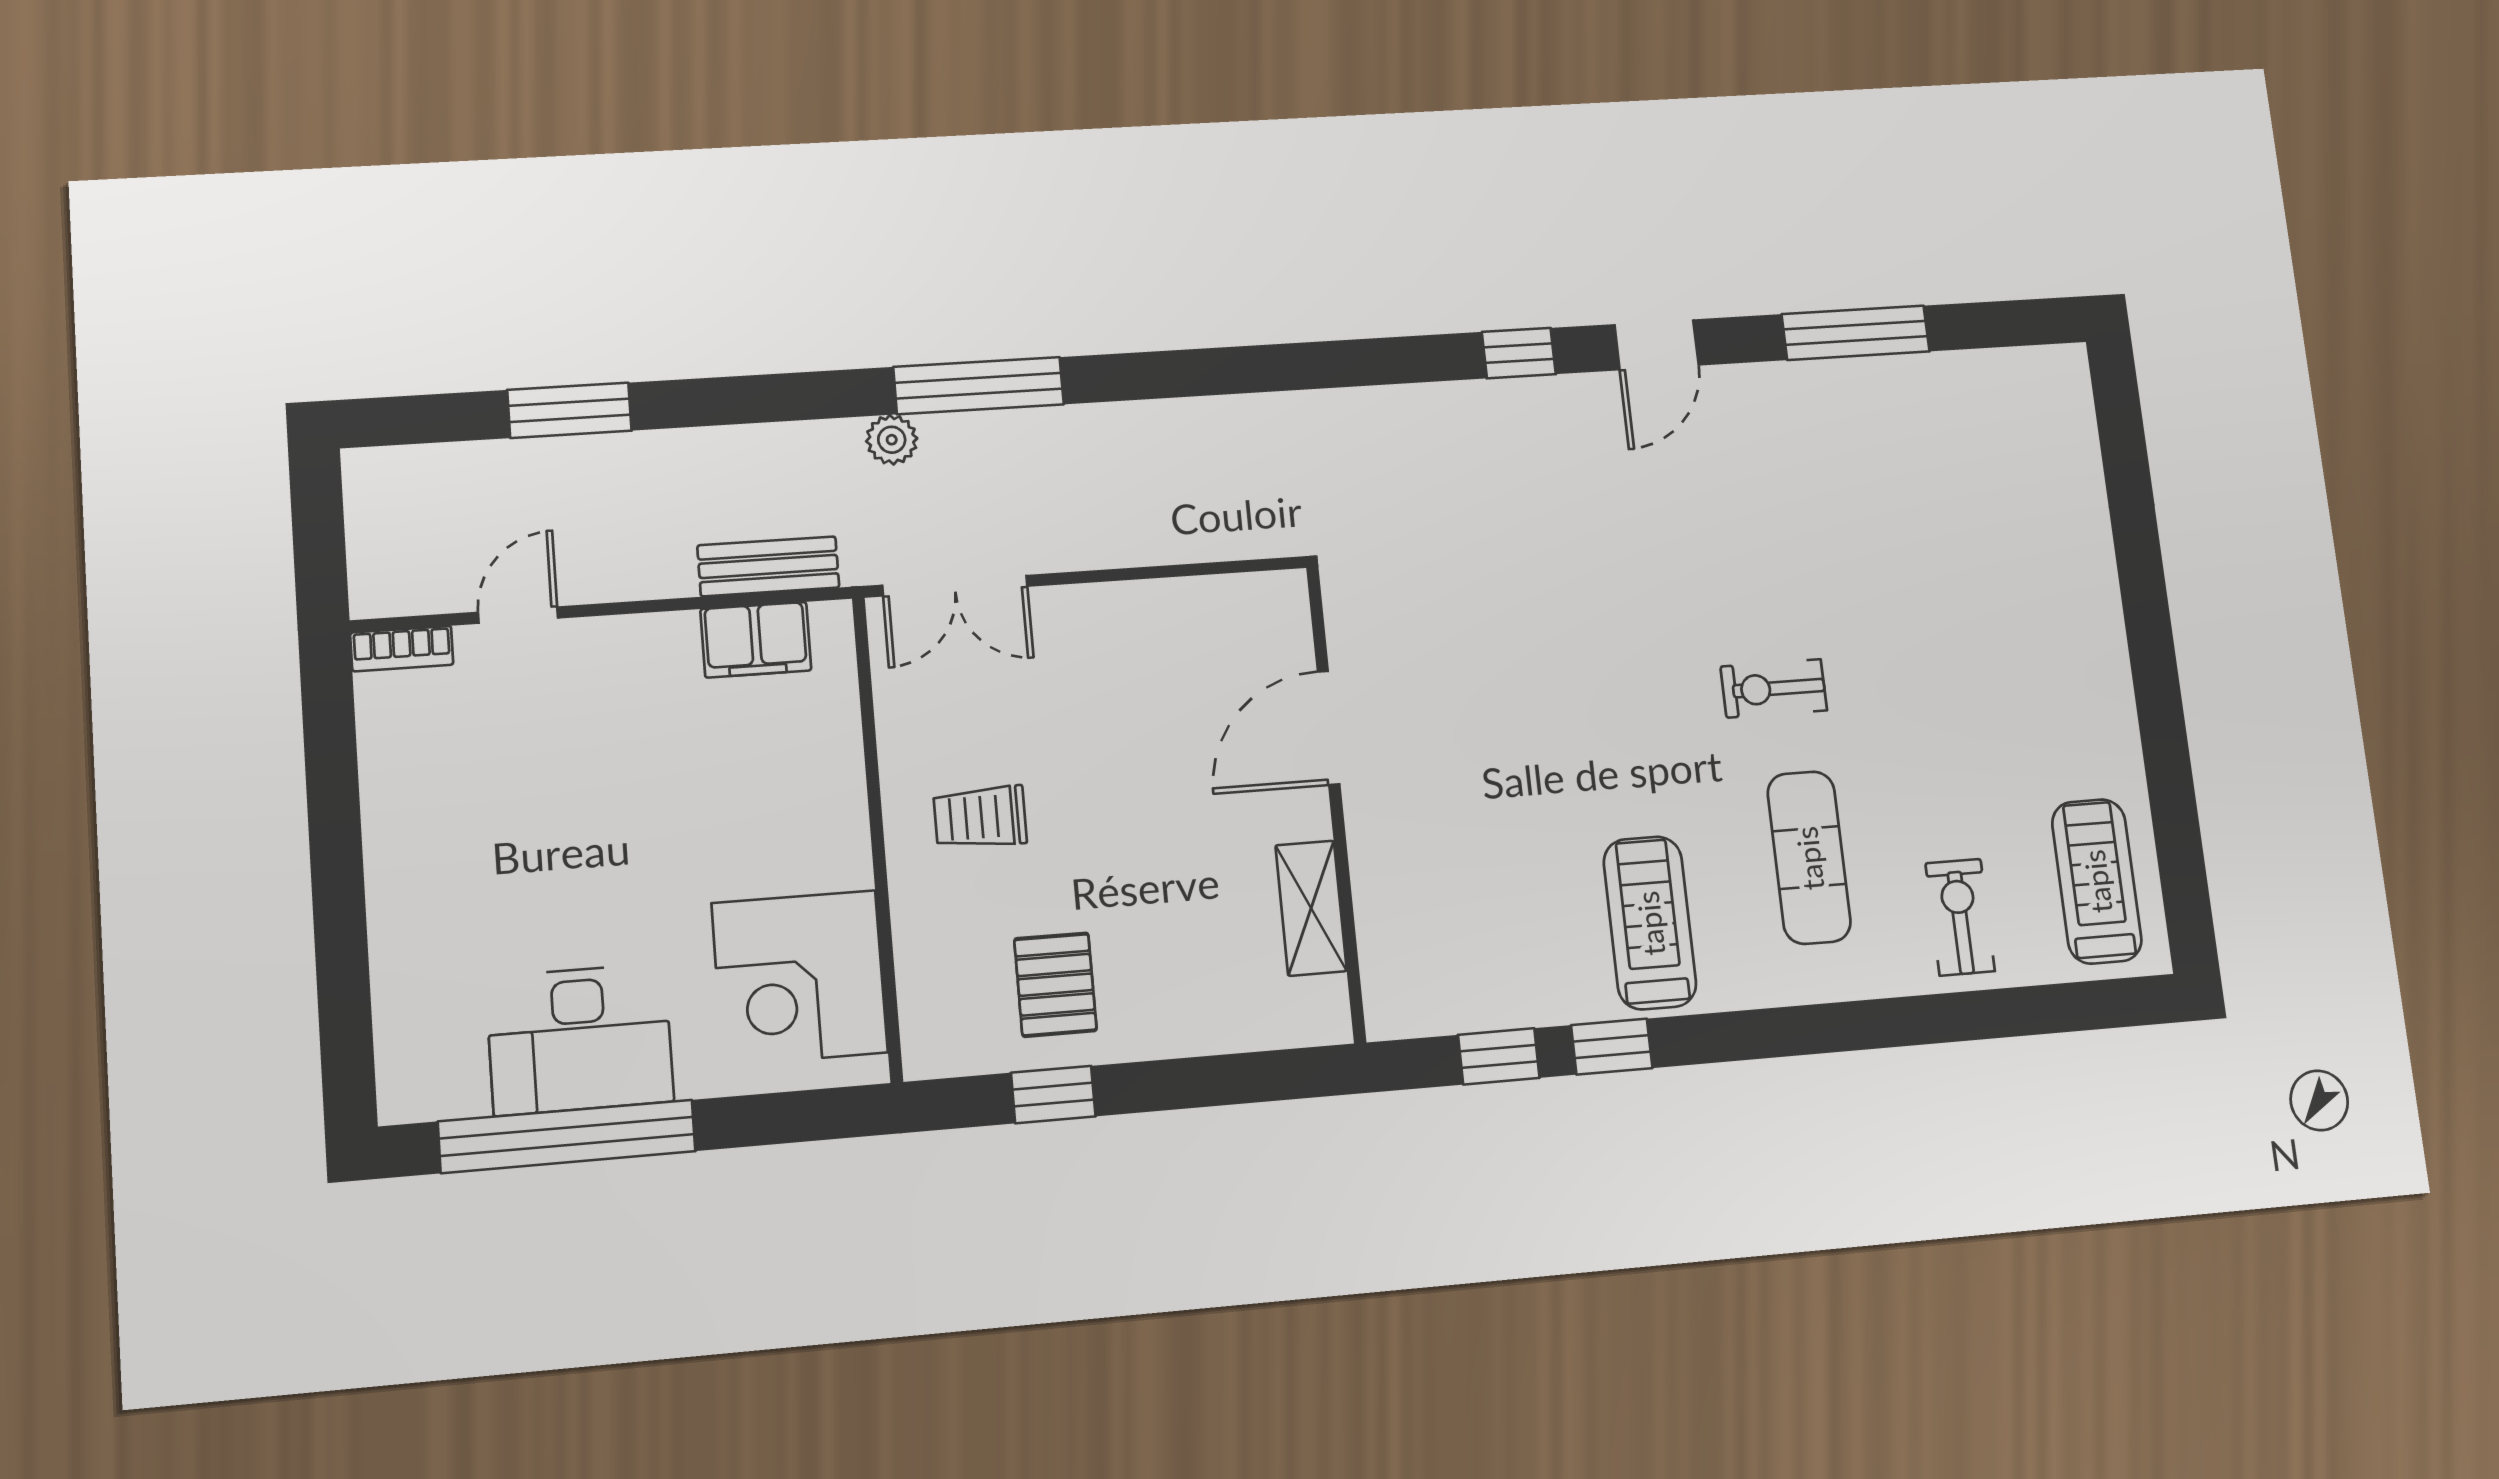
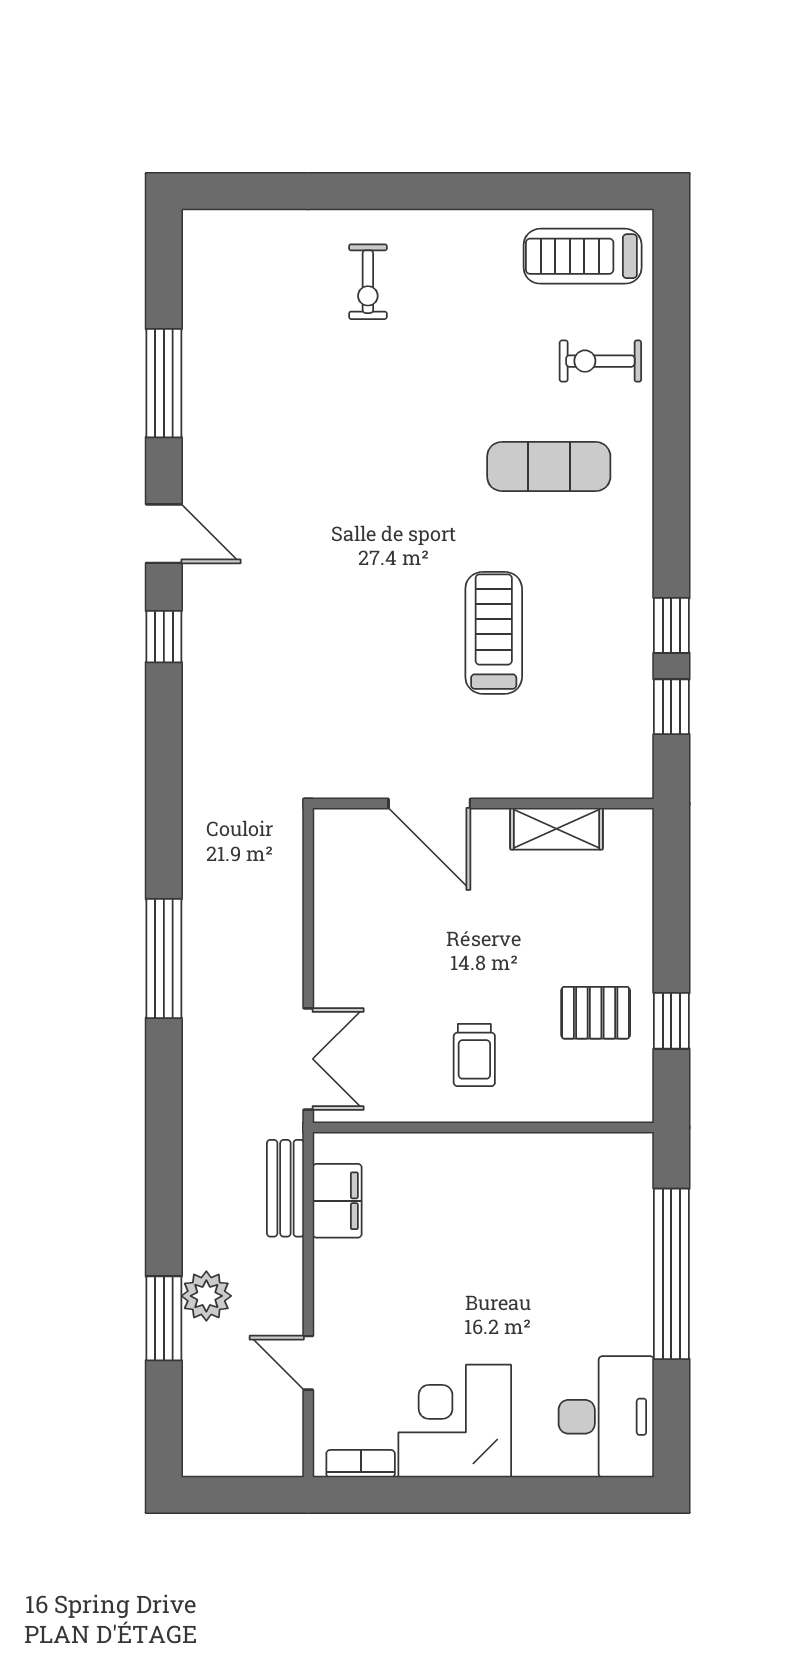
window: (979, 386) -> (164, 958), moved
plant: (892, 440) -> (206, 1296), moved, width x1.38, depth x1.38
bookcase: (402, 649) -> (361, 1464), moved, turned -90
exercise bike: (1774, 688) -> (368, 282), moved
treadmill: (1650, 923) -> (494, 633), moved, turned 90
corner desk: (800, 978) -> (455, 1421), moved, turned 180
desk: (580, 1039) -> (606, 1417), moved
window: (567, 1136) -> (671, 1274), moved

